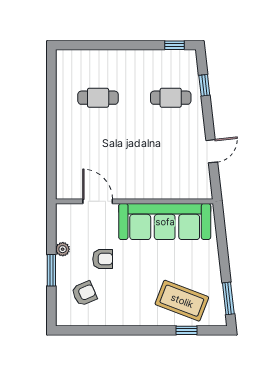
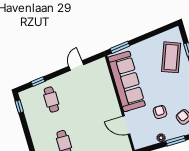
door: (212, 151) -> (76, 66), hinge flipped
door: (98, 201) -> (126, 125), hinge flipped
window: (228, 298) -> (120, 47), moved

